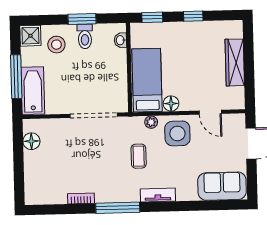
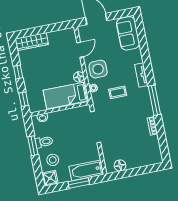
wardrobe: (235, 62) -> (32, 42), moved
window: (16, 77) -> (79, 183), width x0.69

